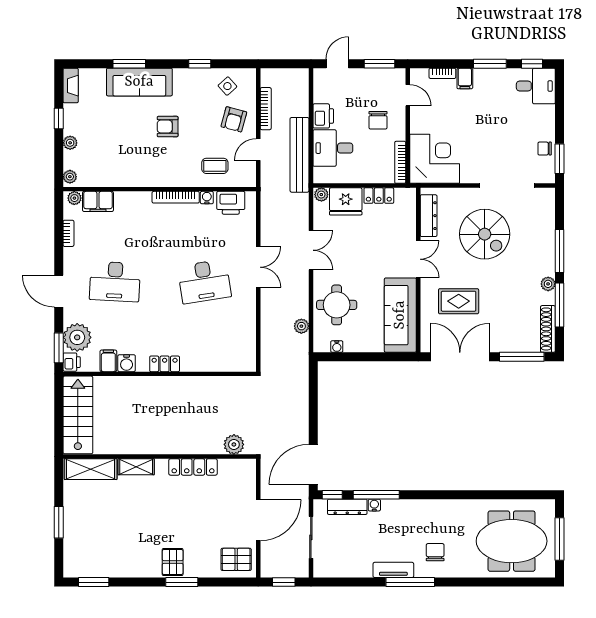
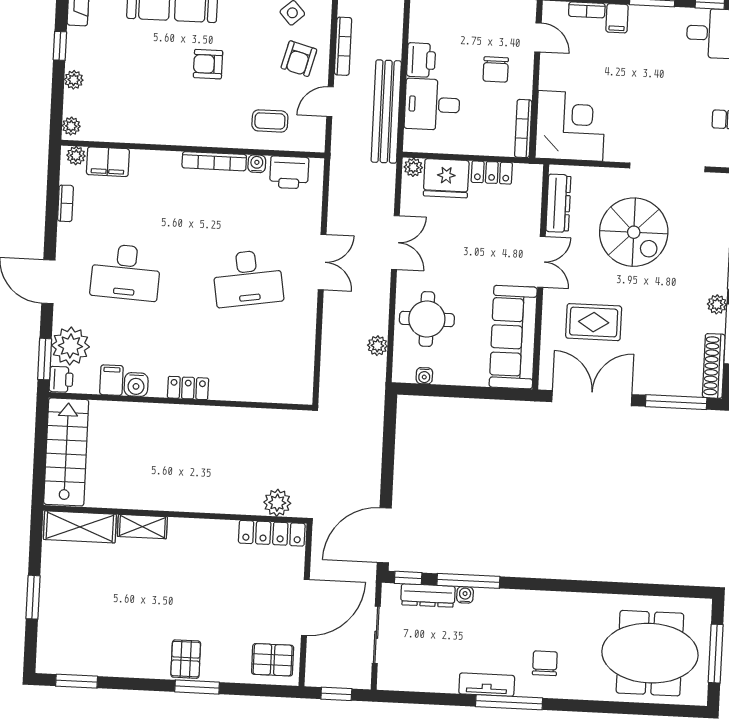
locker: (193, 467) -> (272, 533), moved

